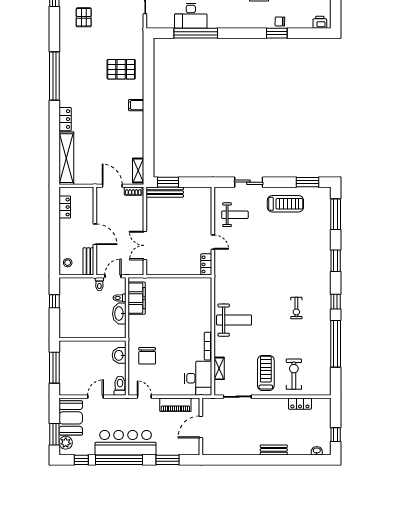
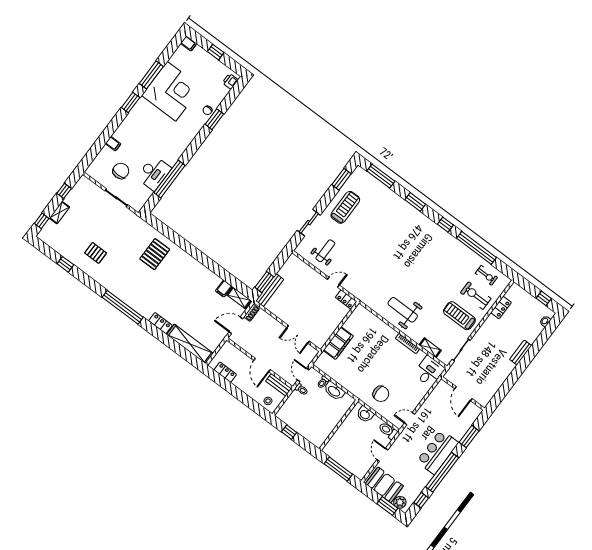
filing cabinet: (136, 105) -> (224, 289), moved
door: (95, 234) -> (262, 365), swing flipped
filing cabinet: (137, 298) -> (338, 343), moved, turned 90
exercise bike: (296, 308) -> (486, 275), moved
weight bench: (234, 320) -> (403, 310), turned -90
desk: (198, 378) -> (429, 371), width x0.73
piano: (175, 405) -> (433, 400), removed
bar counter: (126, 443) -> (438, 452), width x0.73

